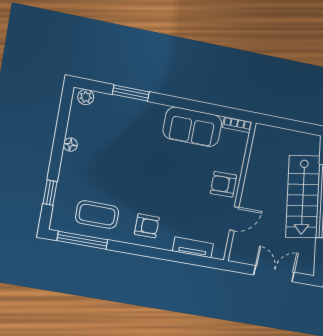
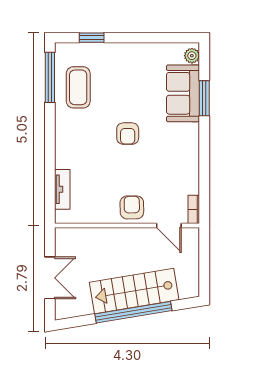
sofa: (192, 127) -> (183, 93), moved
floor lamp: (70, 145) -> (143, 49), removed
door: (234, 219) -> (169, 225), moved
armchair: (147, 226) -> (128, 134), moved

